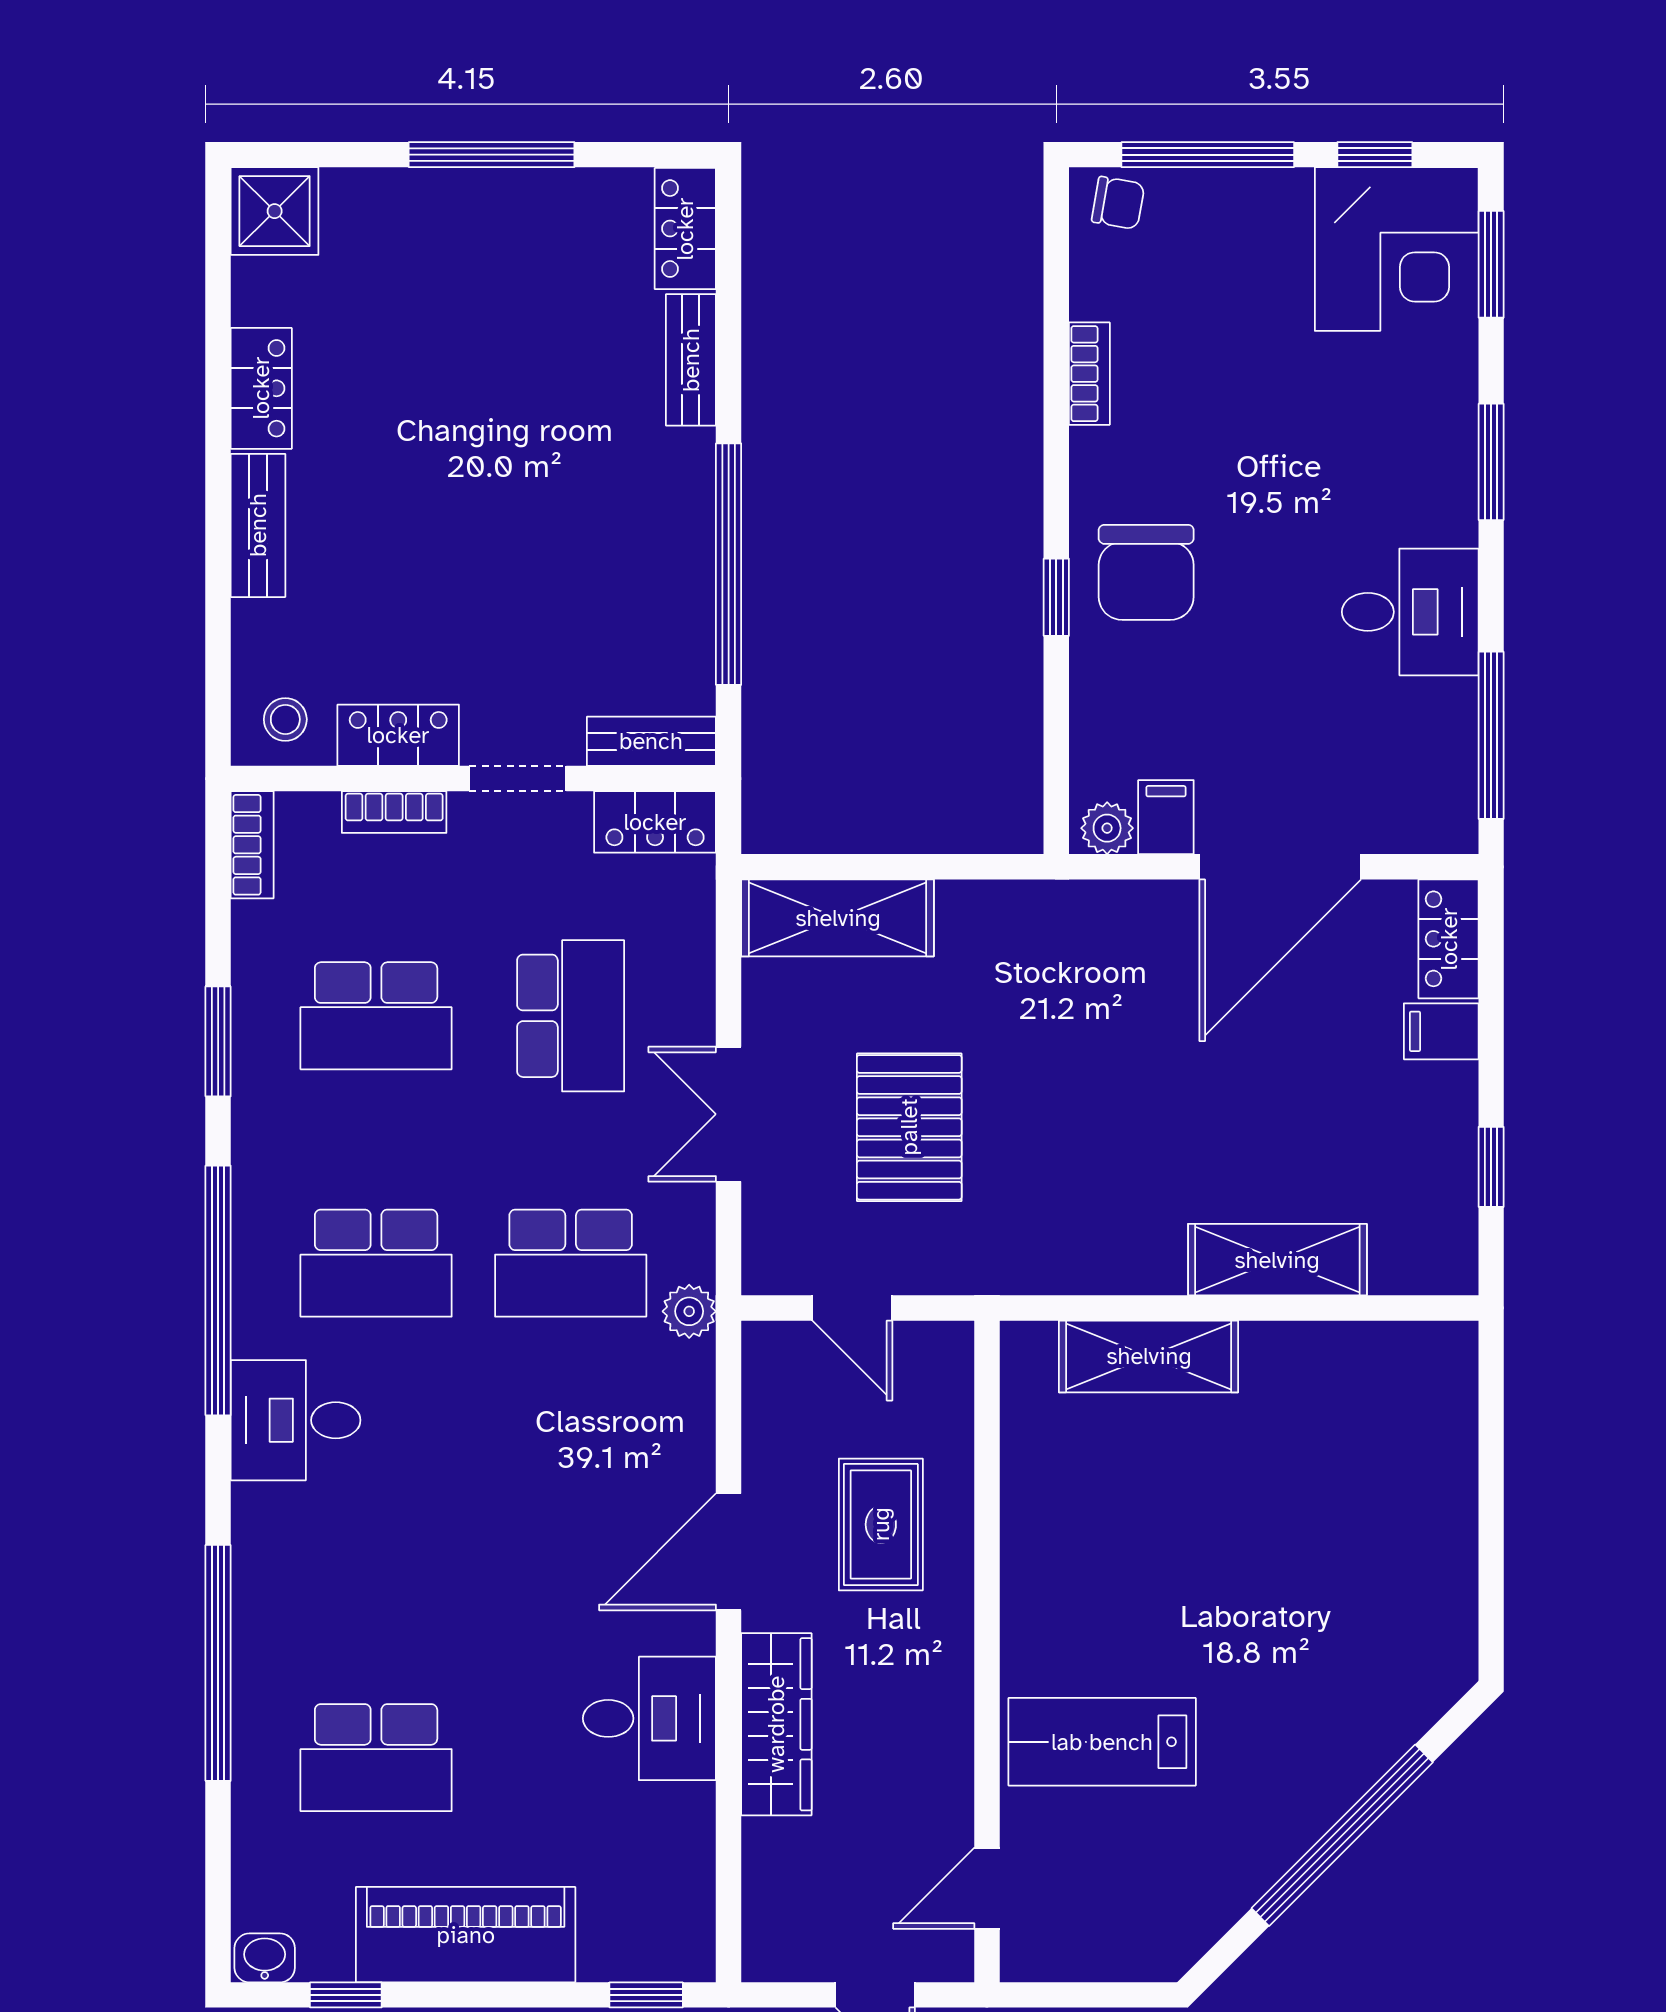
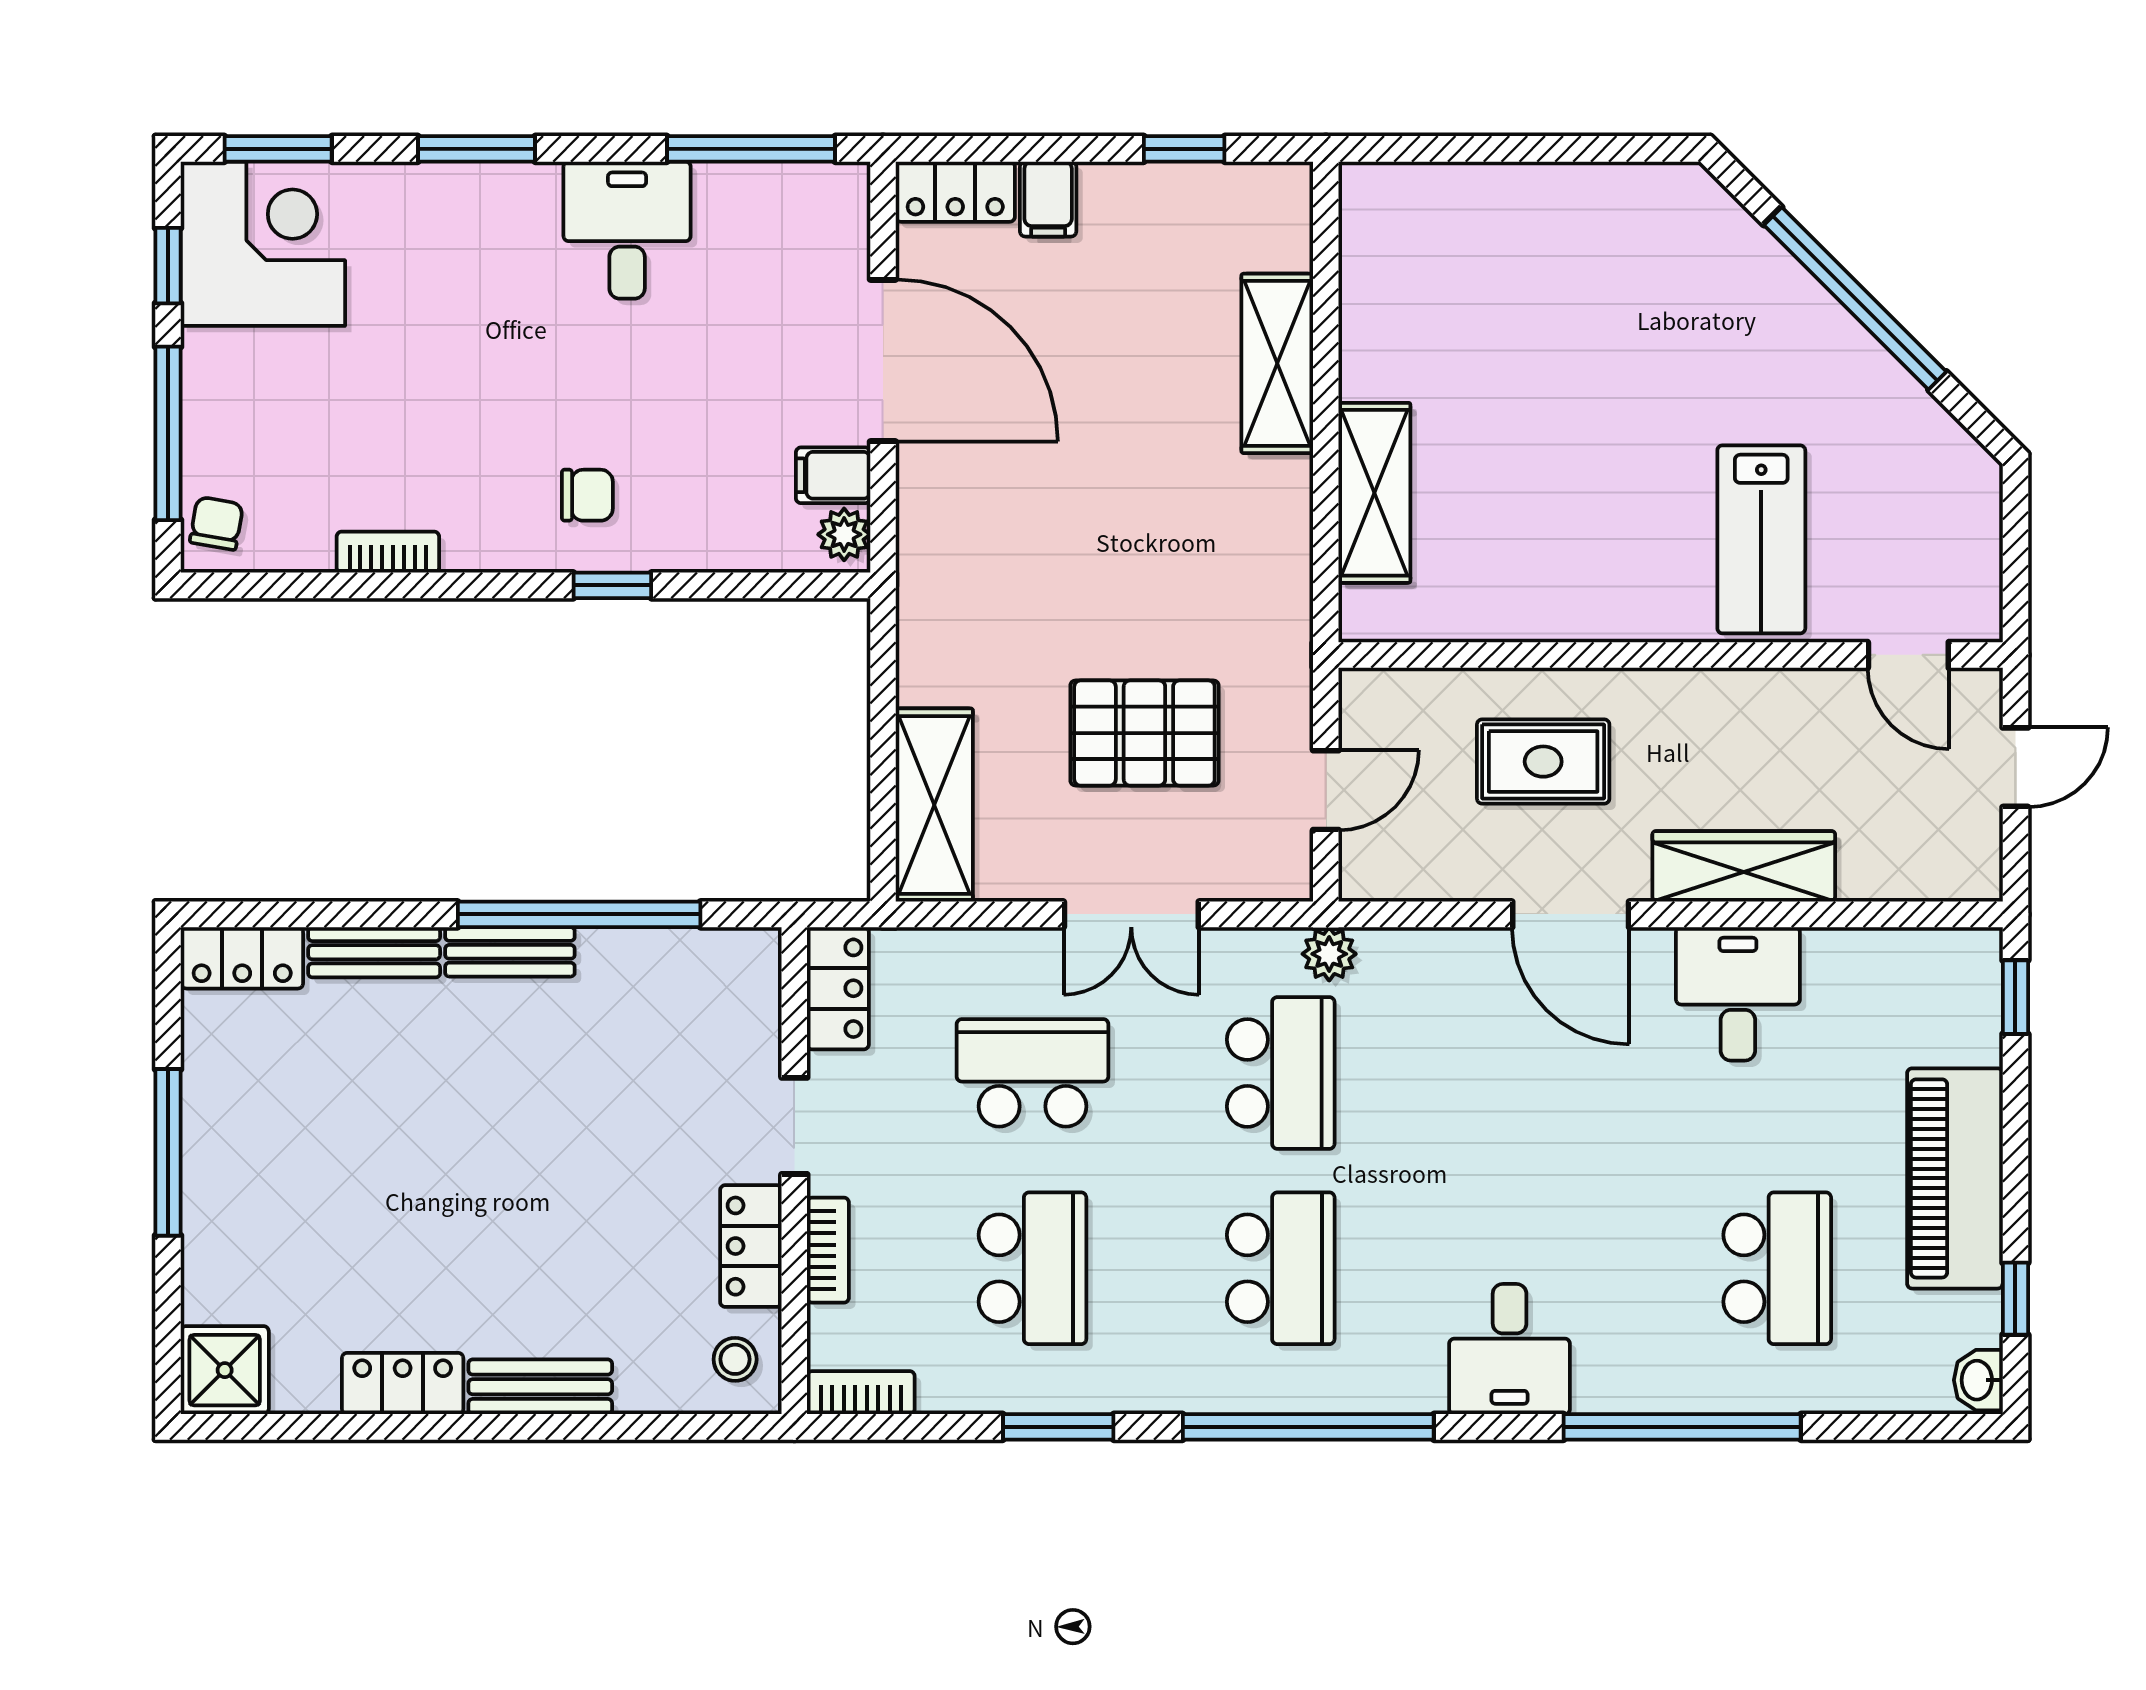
chair: (1146, 572) -> (587, 495), width x0.54, depth x0.54
bench: (651, 741) -> (510, 952), moved, turned 90
desk: (296, 1420) -> (1510, 1349), moved

